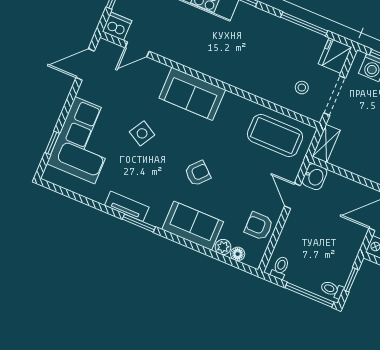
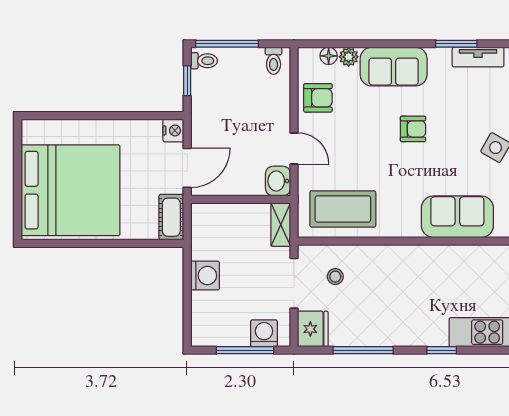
armchair: (198, 173) -> (413, 129), turned -132

